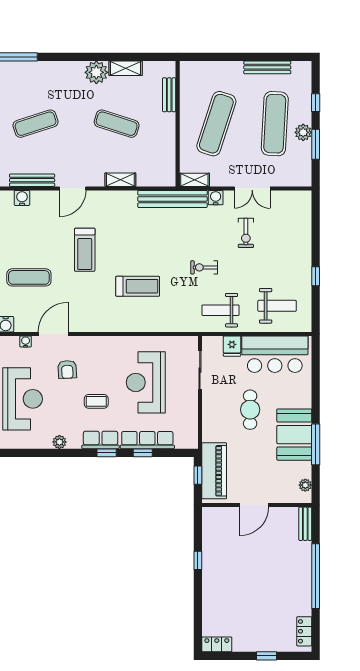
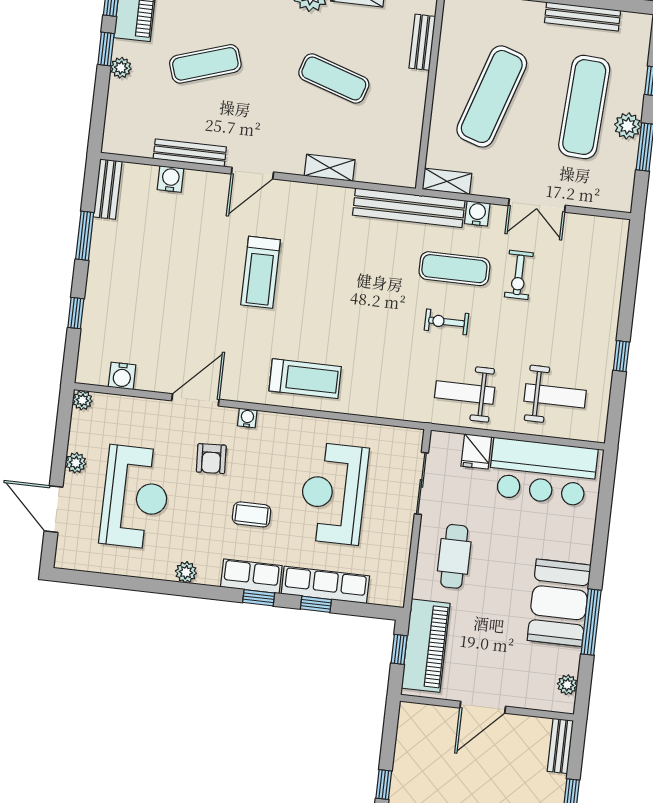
exercise mat: (29, 277) -> (454, 269), moved
treadmill: (138, 286) -> (305, 379), moved
water cooler: (26, 341) -> (247, 418), moved
cafe table: (250, 410) -> (454, 556), moved

